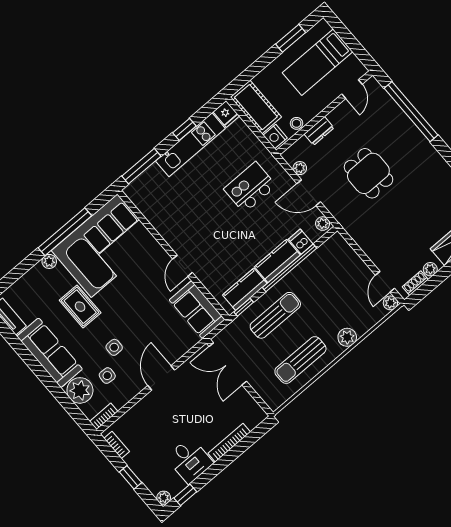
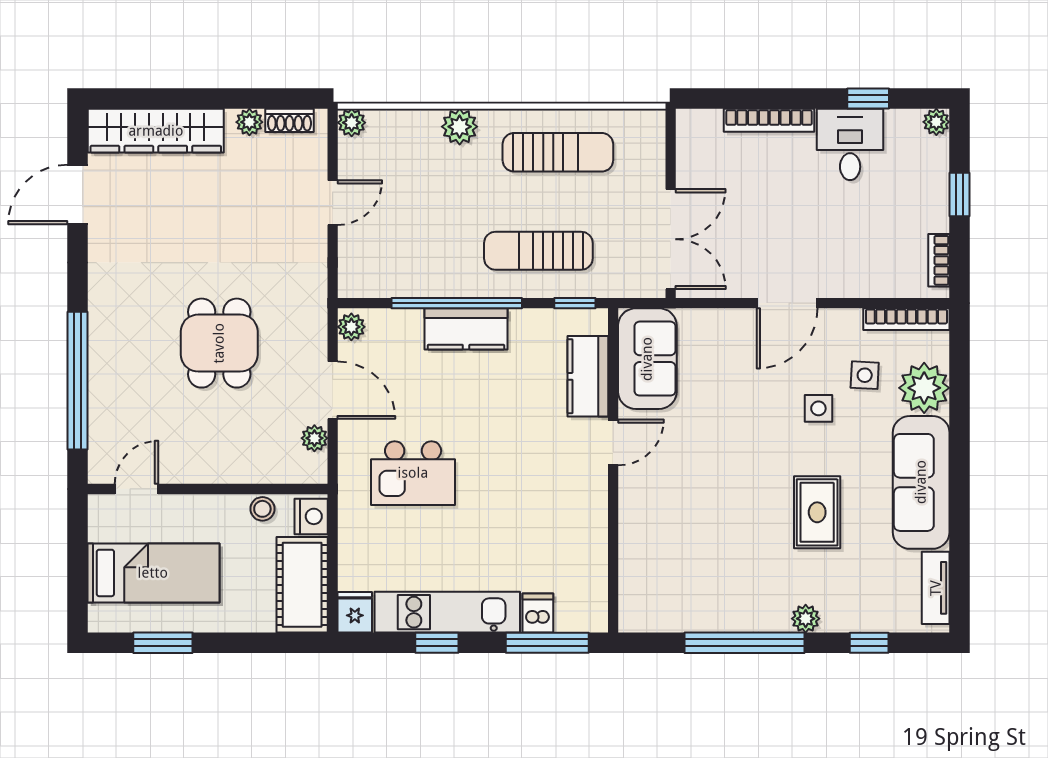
dresser: (319, 131) -> (239, 469), removed
dishwasher: (301, 242) -> (538, 613), moved, turned 180
corner sofa: (104, 246) -> (704, 572), removed
window: (16, 273) -> (869, 643), added
door: (385, 282) -> (333, 203), moved
kitchen counter: (245, 289) -> (588, 376), moved, turned 90
bookcase: (104, 416) -> (906, 319), width x1.56
window: (185, 495) -> (868, 99), moved

